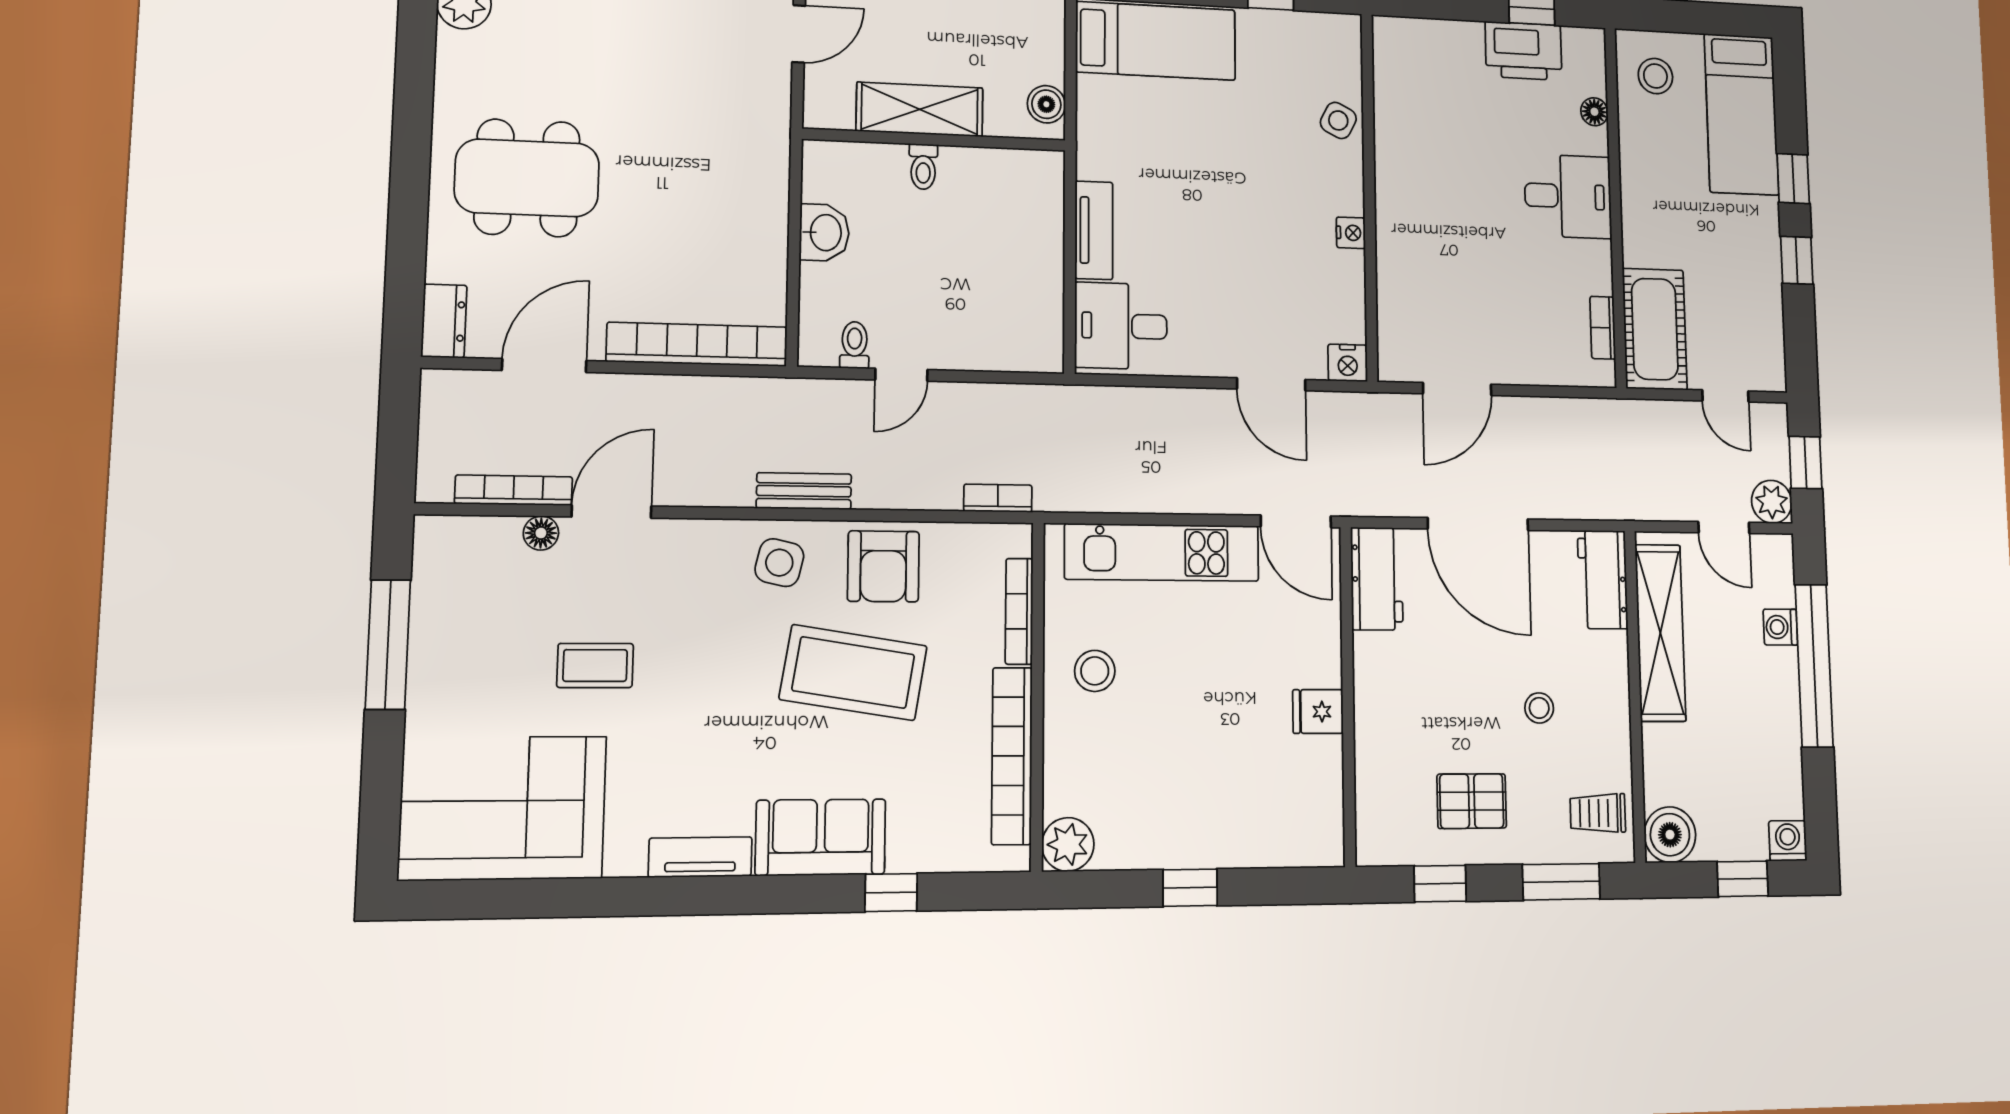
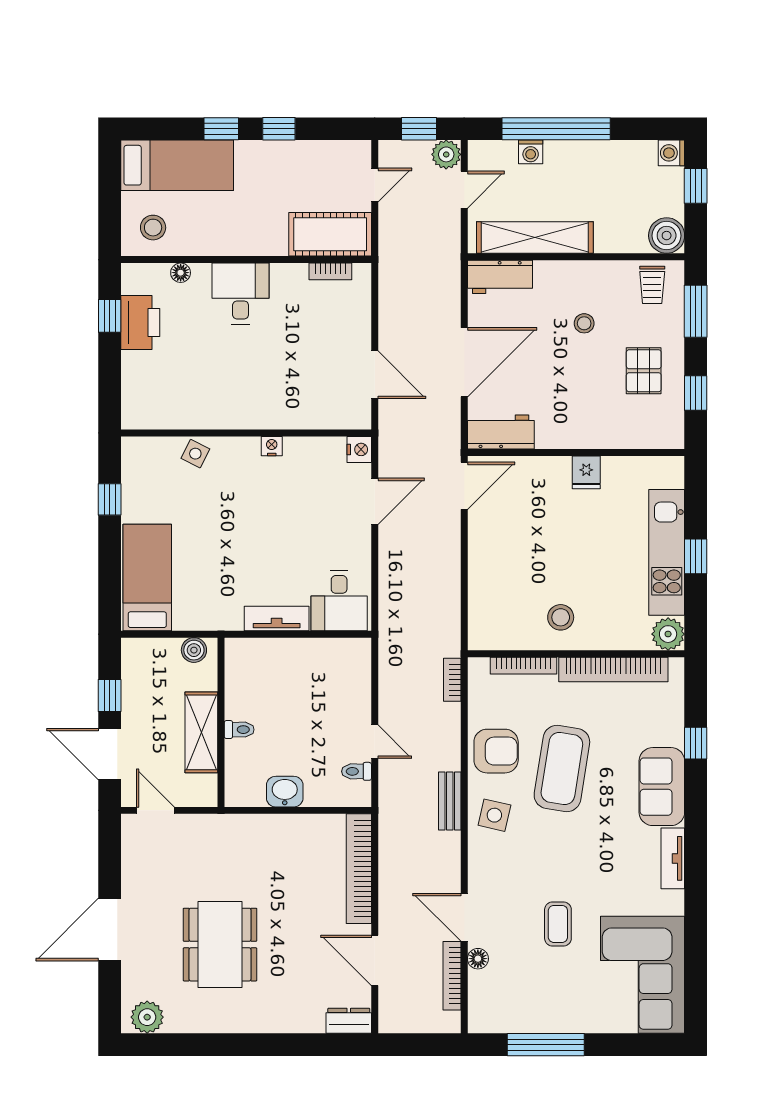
dining table: (527, 178) -> (220, 945), moved
kitchen unit: (1162, 552) -> (667, 552), moved, turned 180

